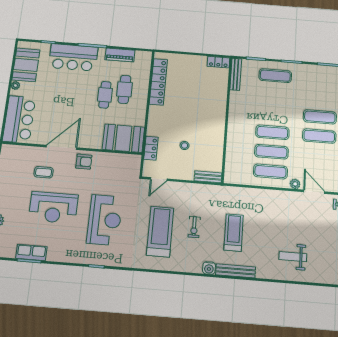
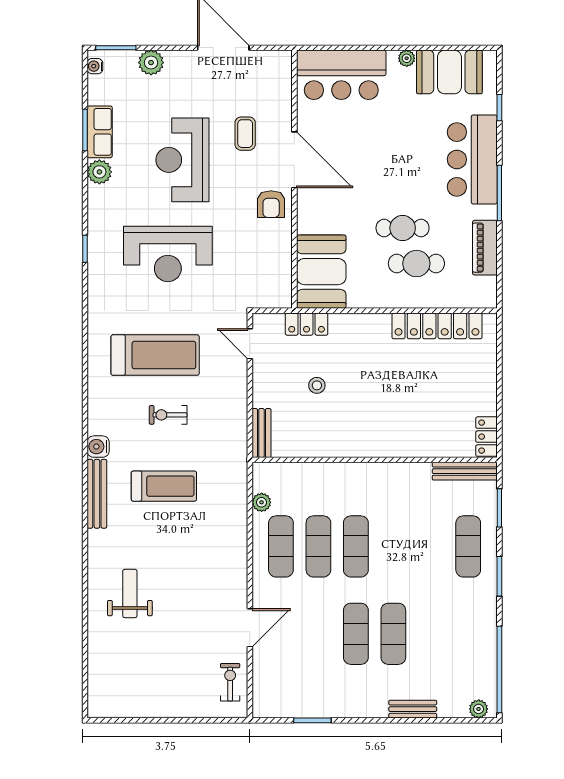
plant: (295, 184) -> (262, 502), moved
plant: (54, 255) -> (99, 172), added

